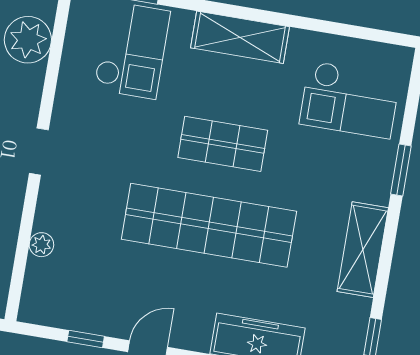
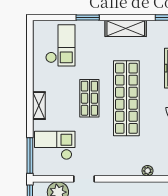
shelving: (240, 37) -> (39, 106), width x0.67, depth x0.75
doorway: (39, 152) -> (84, 179), moved

